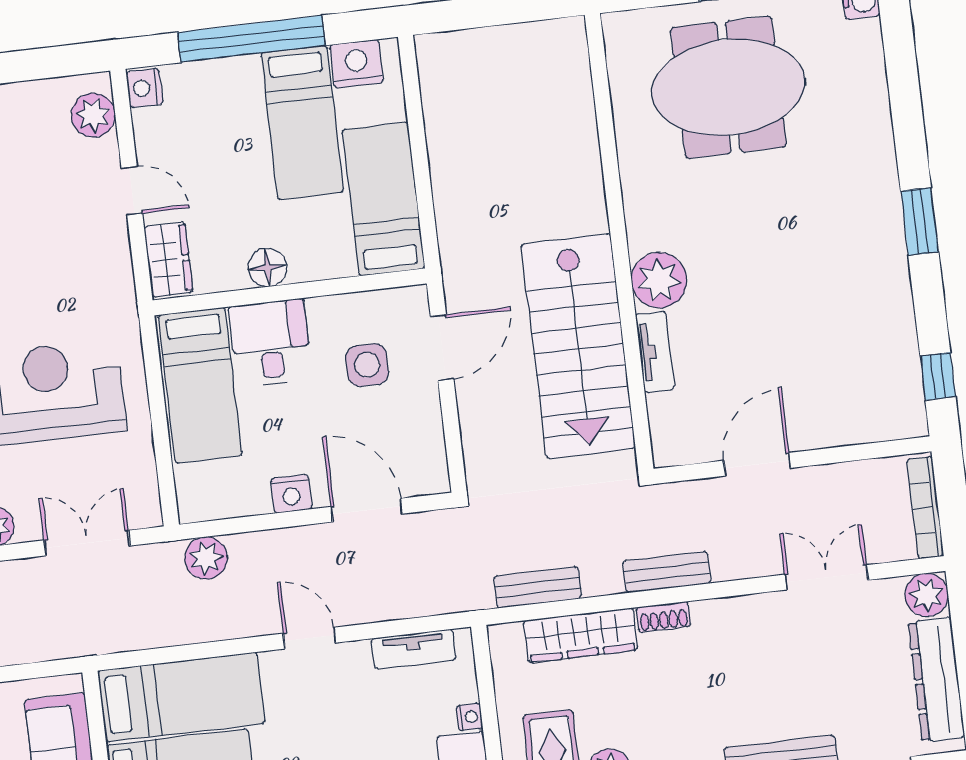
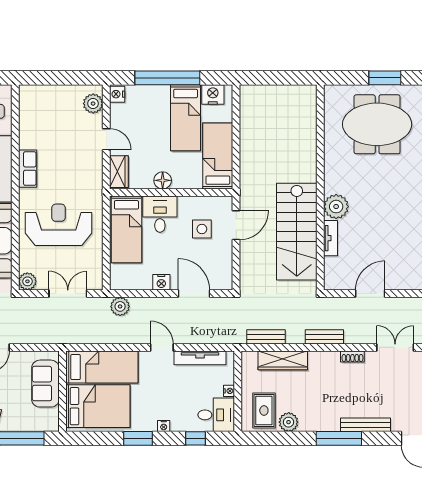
shoe rack: (663, 617) -> (352, 357), moved
tv unit: (414, 649) -> (200, 358), width x1.41

